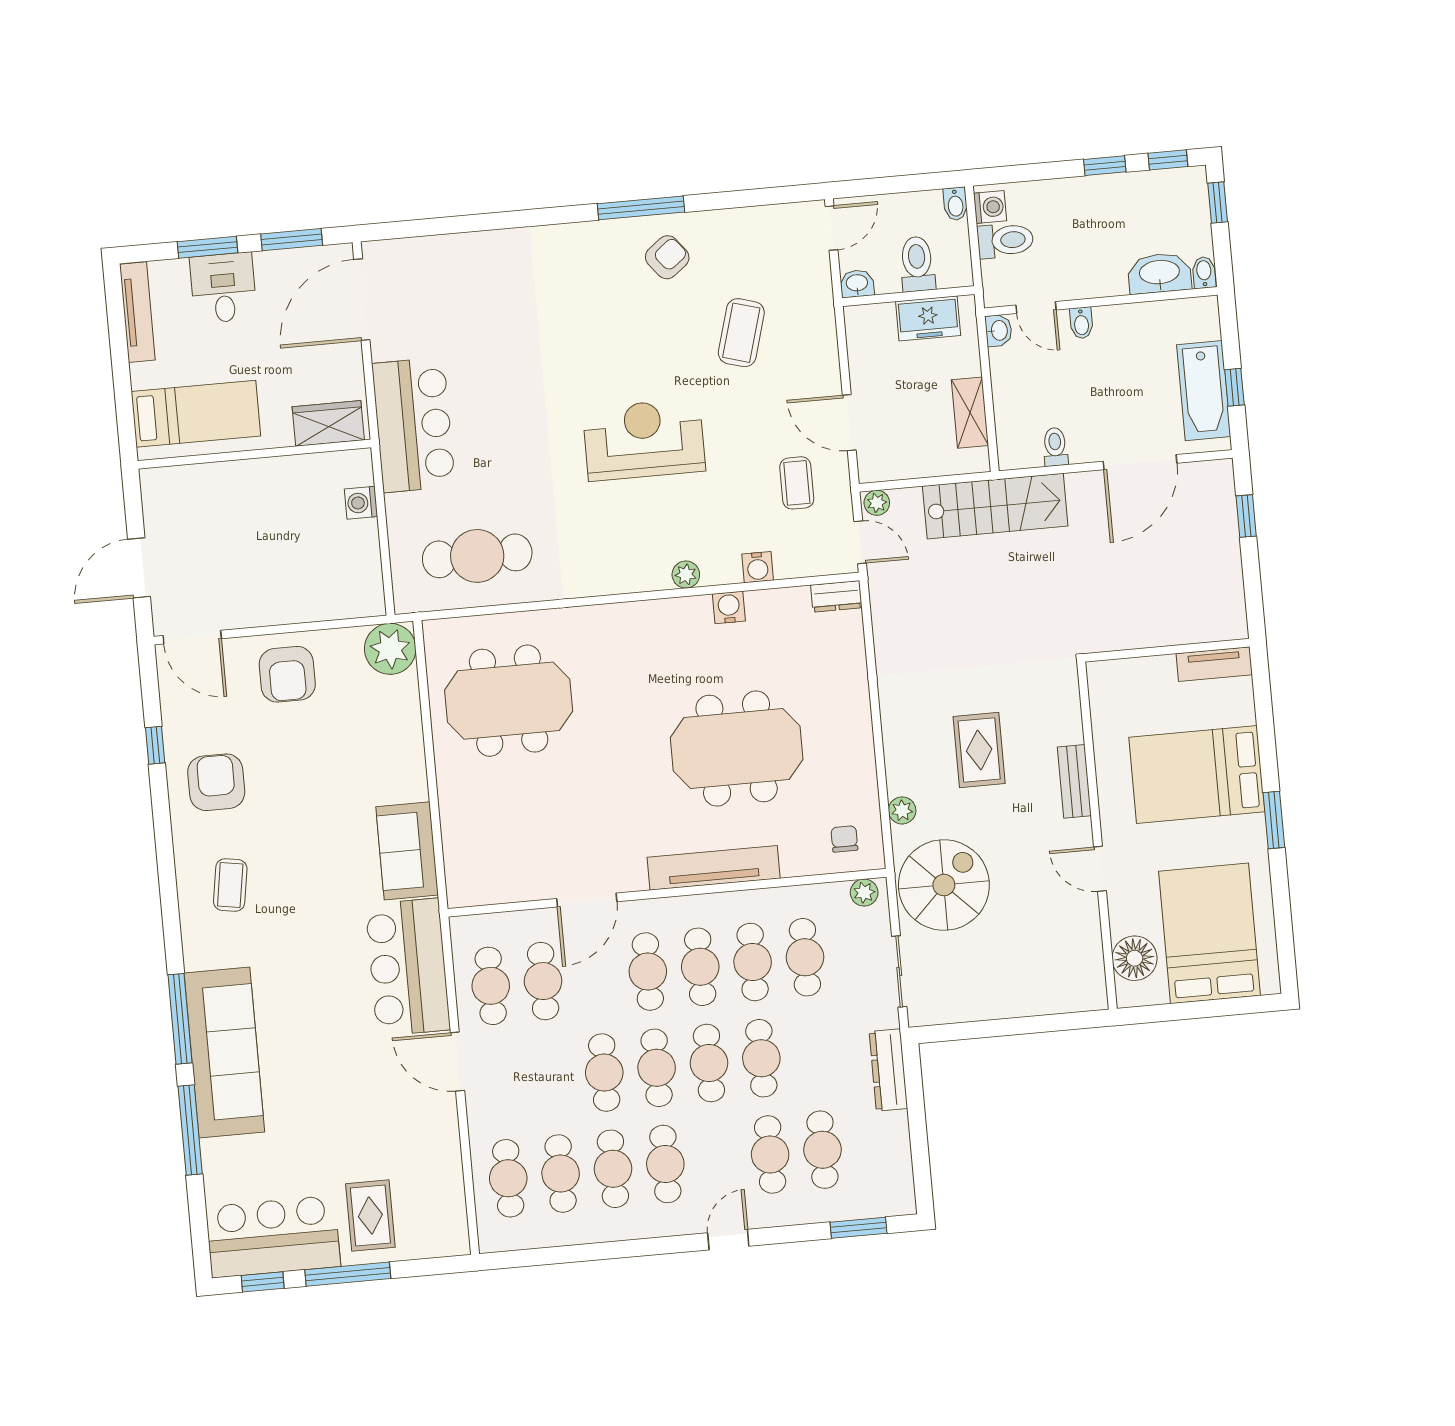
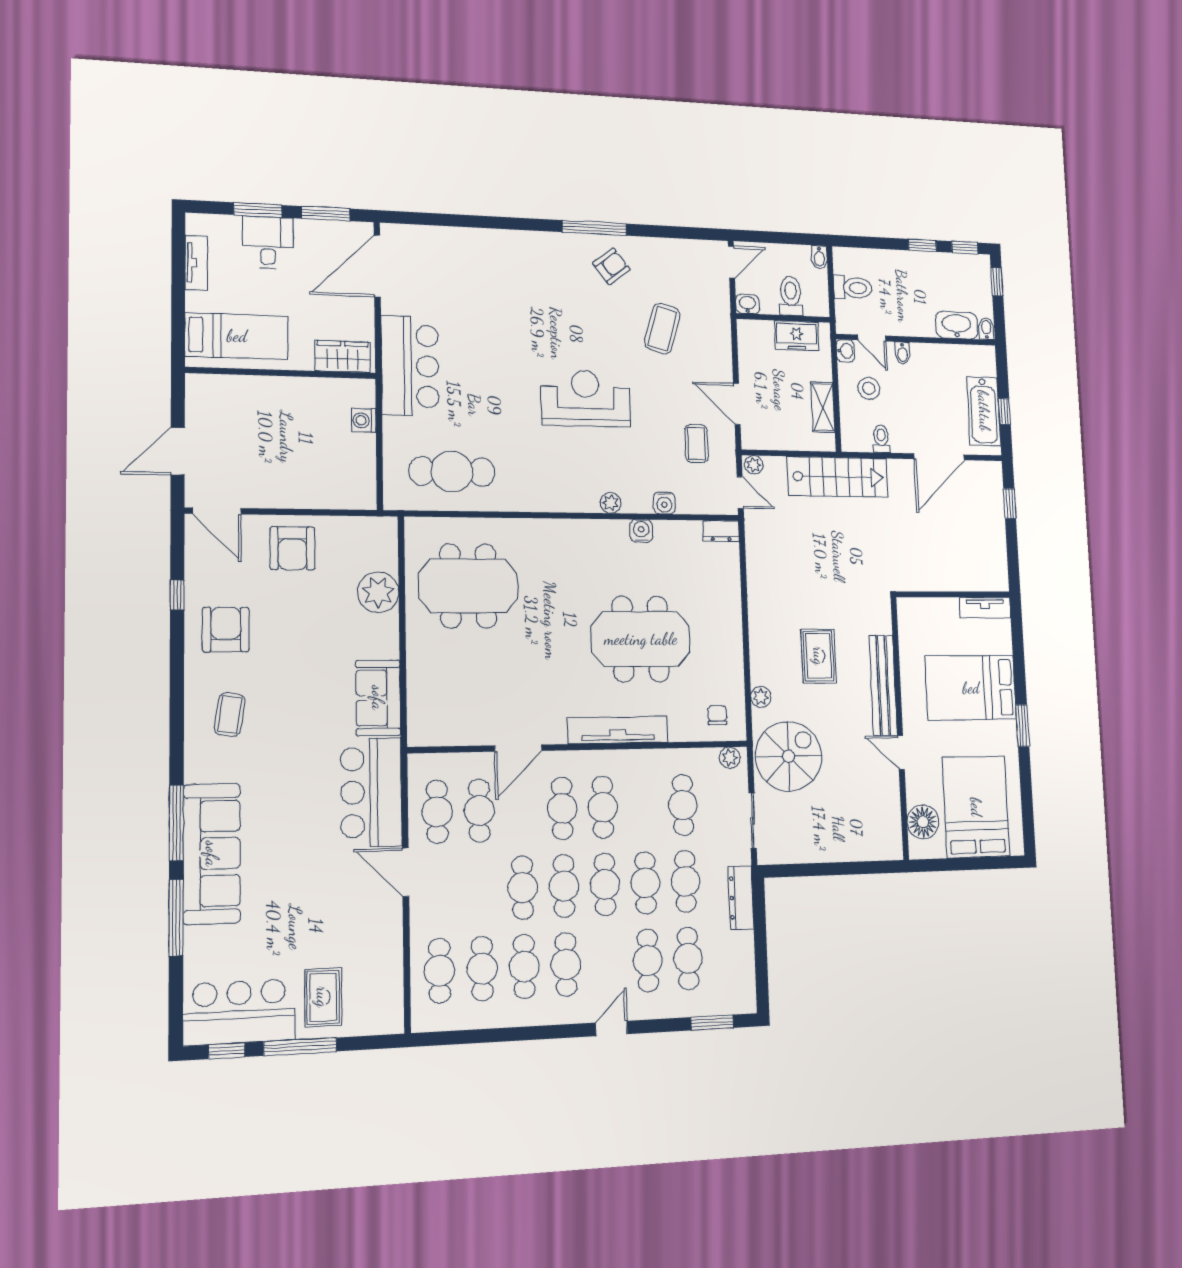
washing machine: (990, 207) -> (843, 263), removed
tv unit: (137, 312) -> (196, 263), width x0.71
stool: (1034, 379) -> (869, 388), added
plant: (390, 649) -> (378, 592), moved
bench: (1074, 781) -> (883, 685), width x1.86, depth x1.21
cafe table: (753, 962) -> (685, 881), moved

